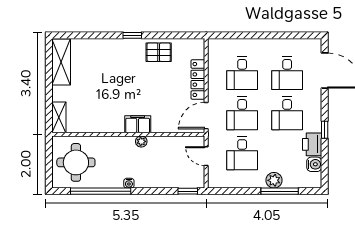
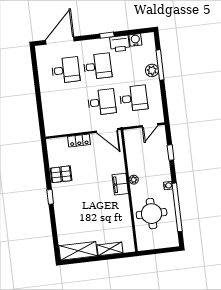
pallet: (159, 52) -> (61, 174), turned 90
desk: (242, 73) -> (70, 106), removed
locker: (198, 79) -> (79, 140), width x0.66
shelving: (59, 117) -> (110, 249), moved
door: (206, 156) -> (150, 125), moved
round table: (76, 162) -> (152, 214), moved
window: (188, 191) -> (171, 153), moved

